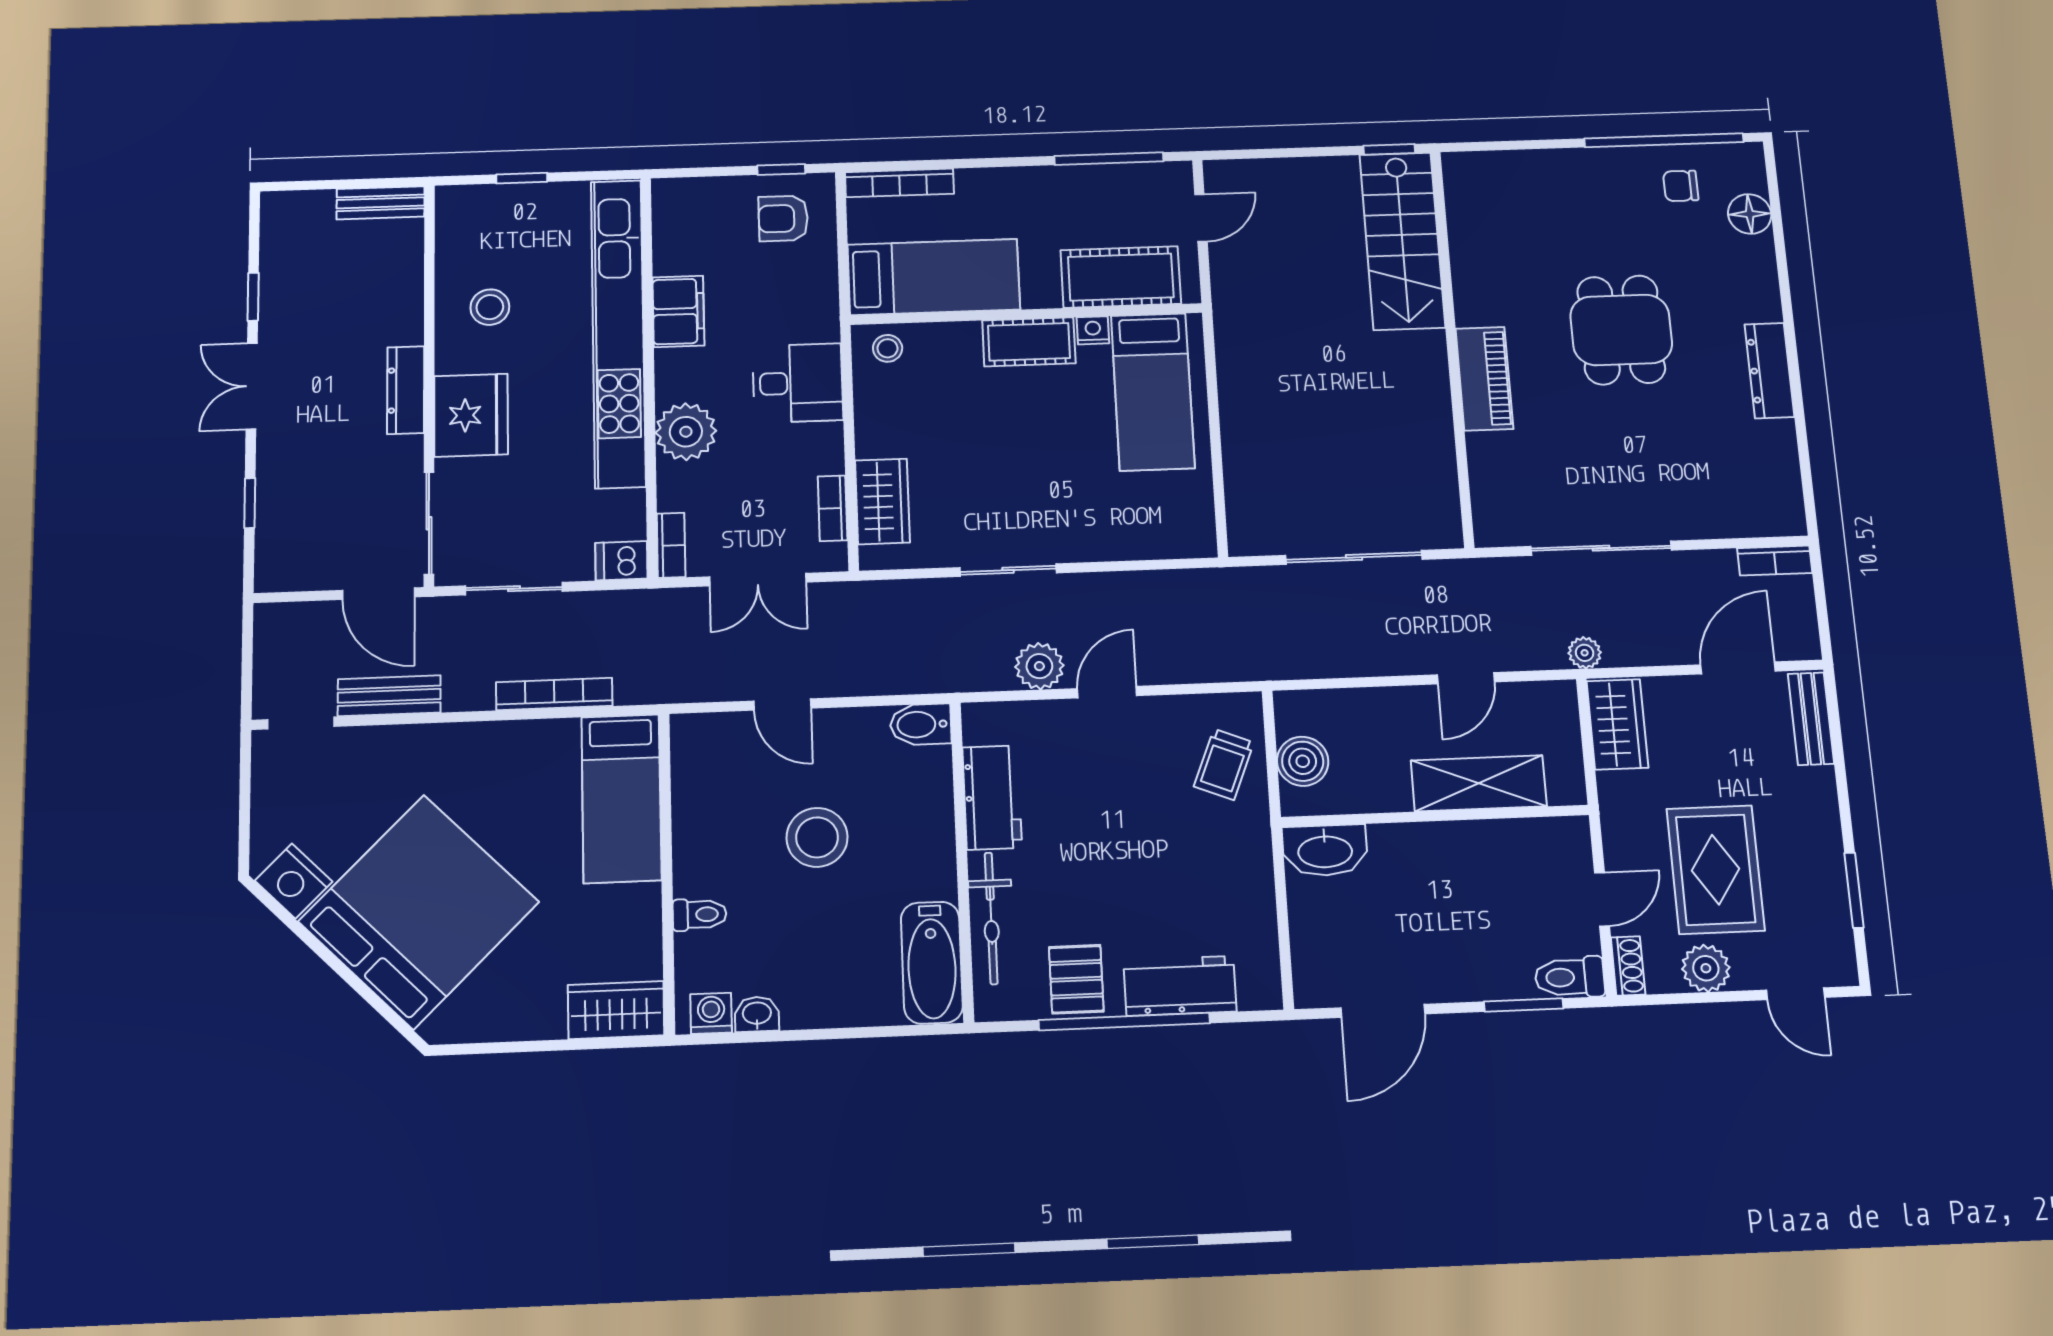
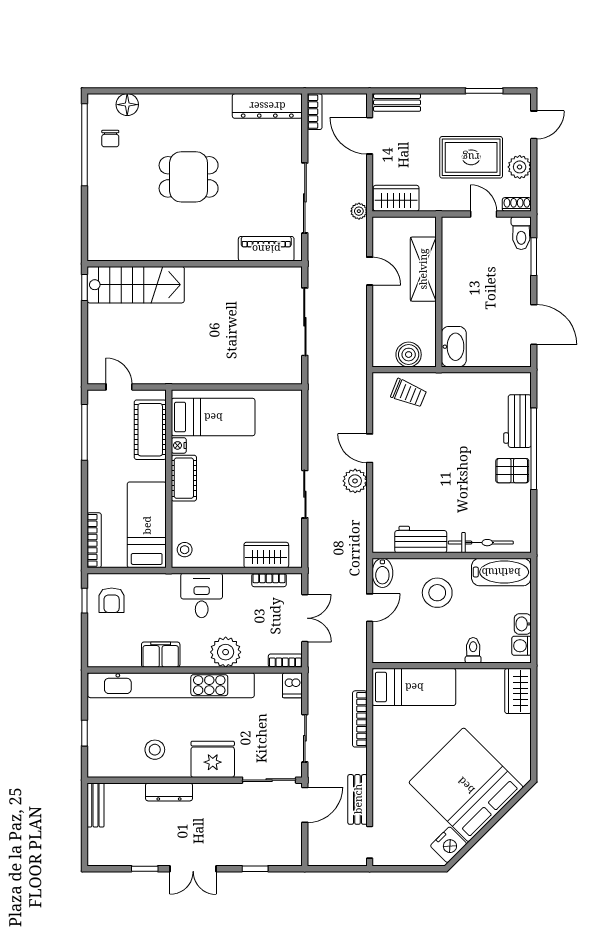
dresser: (1769, 371) -> (267, 106), moved, width x1.37, depth x1.24
piano: (1484, 379) -> (266, 249), moved
dresser: (406, 390) -> (169, 792), moved
bidet: (921, 724) -> (382, 573), moved
workbench: (992, 797) -> (421, 540), moved
wall: (962, 861) -> (452, 555), moved
bicycle: (991, 918) -> (481, 543), moved
bathtub: (932, 963) -> (501, 572), moved

